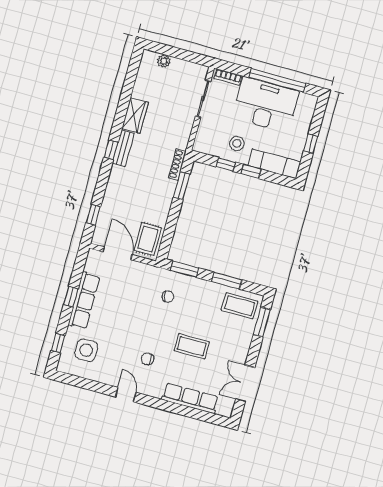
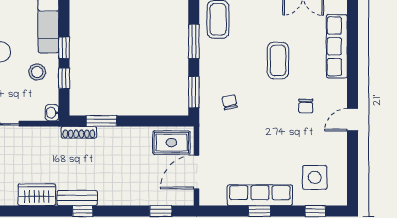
washbasin: (200, 147) -> (52, 113), added

